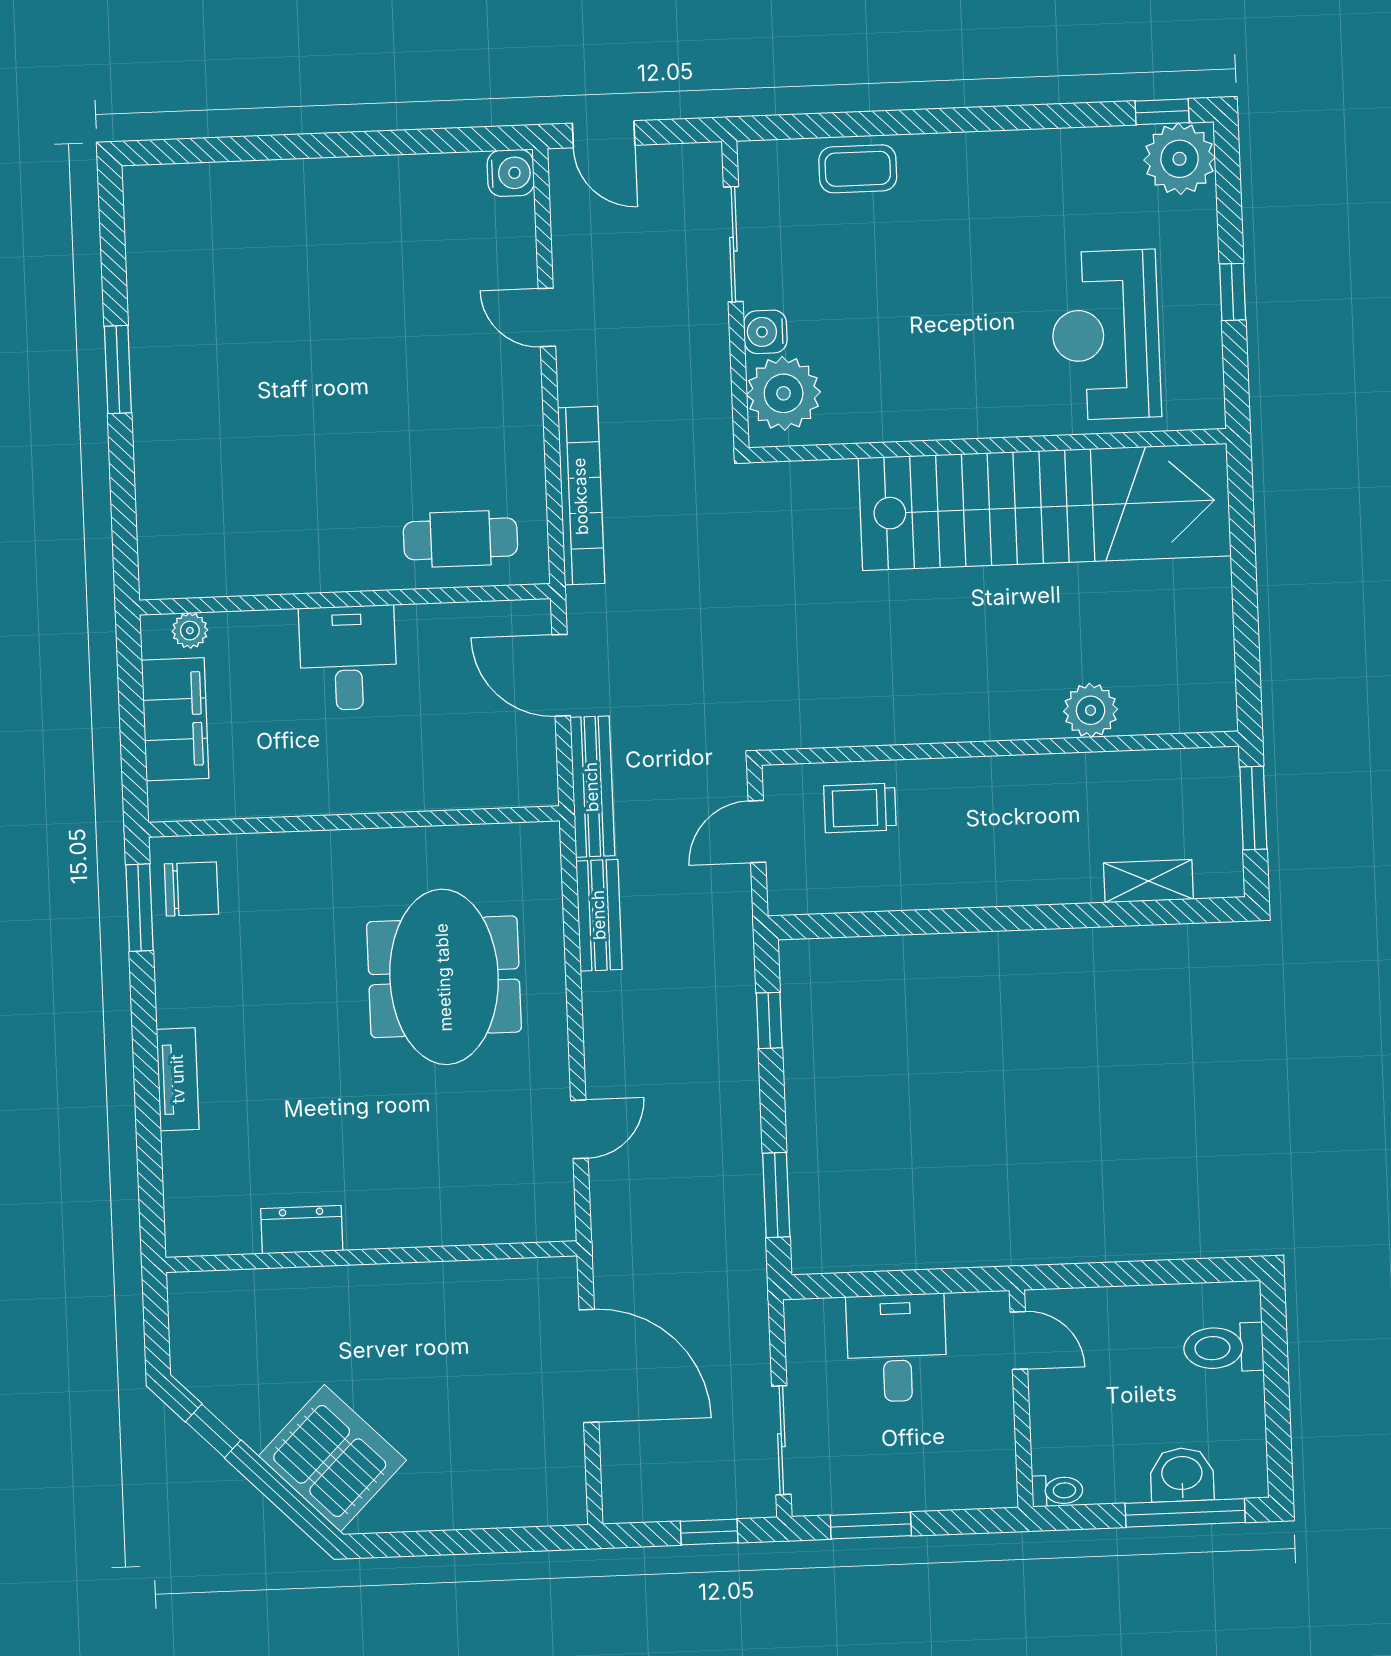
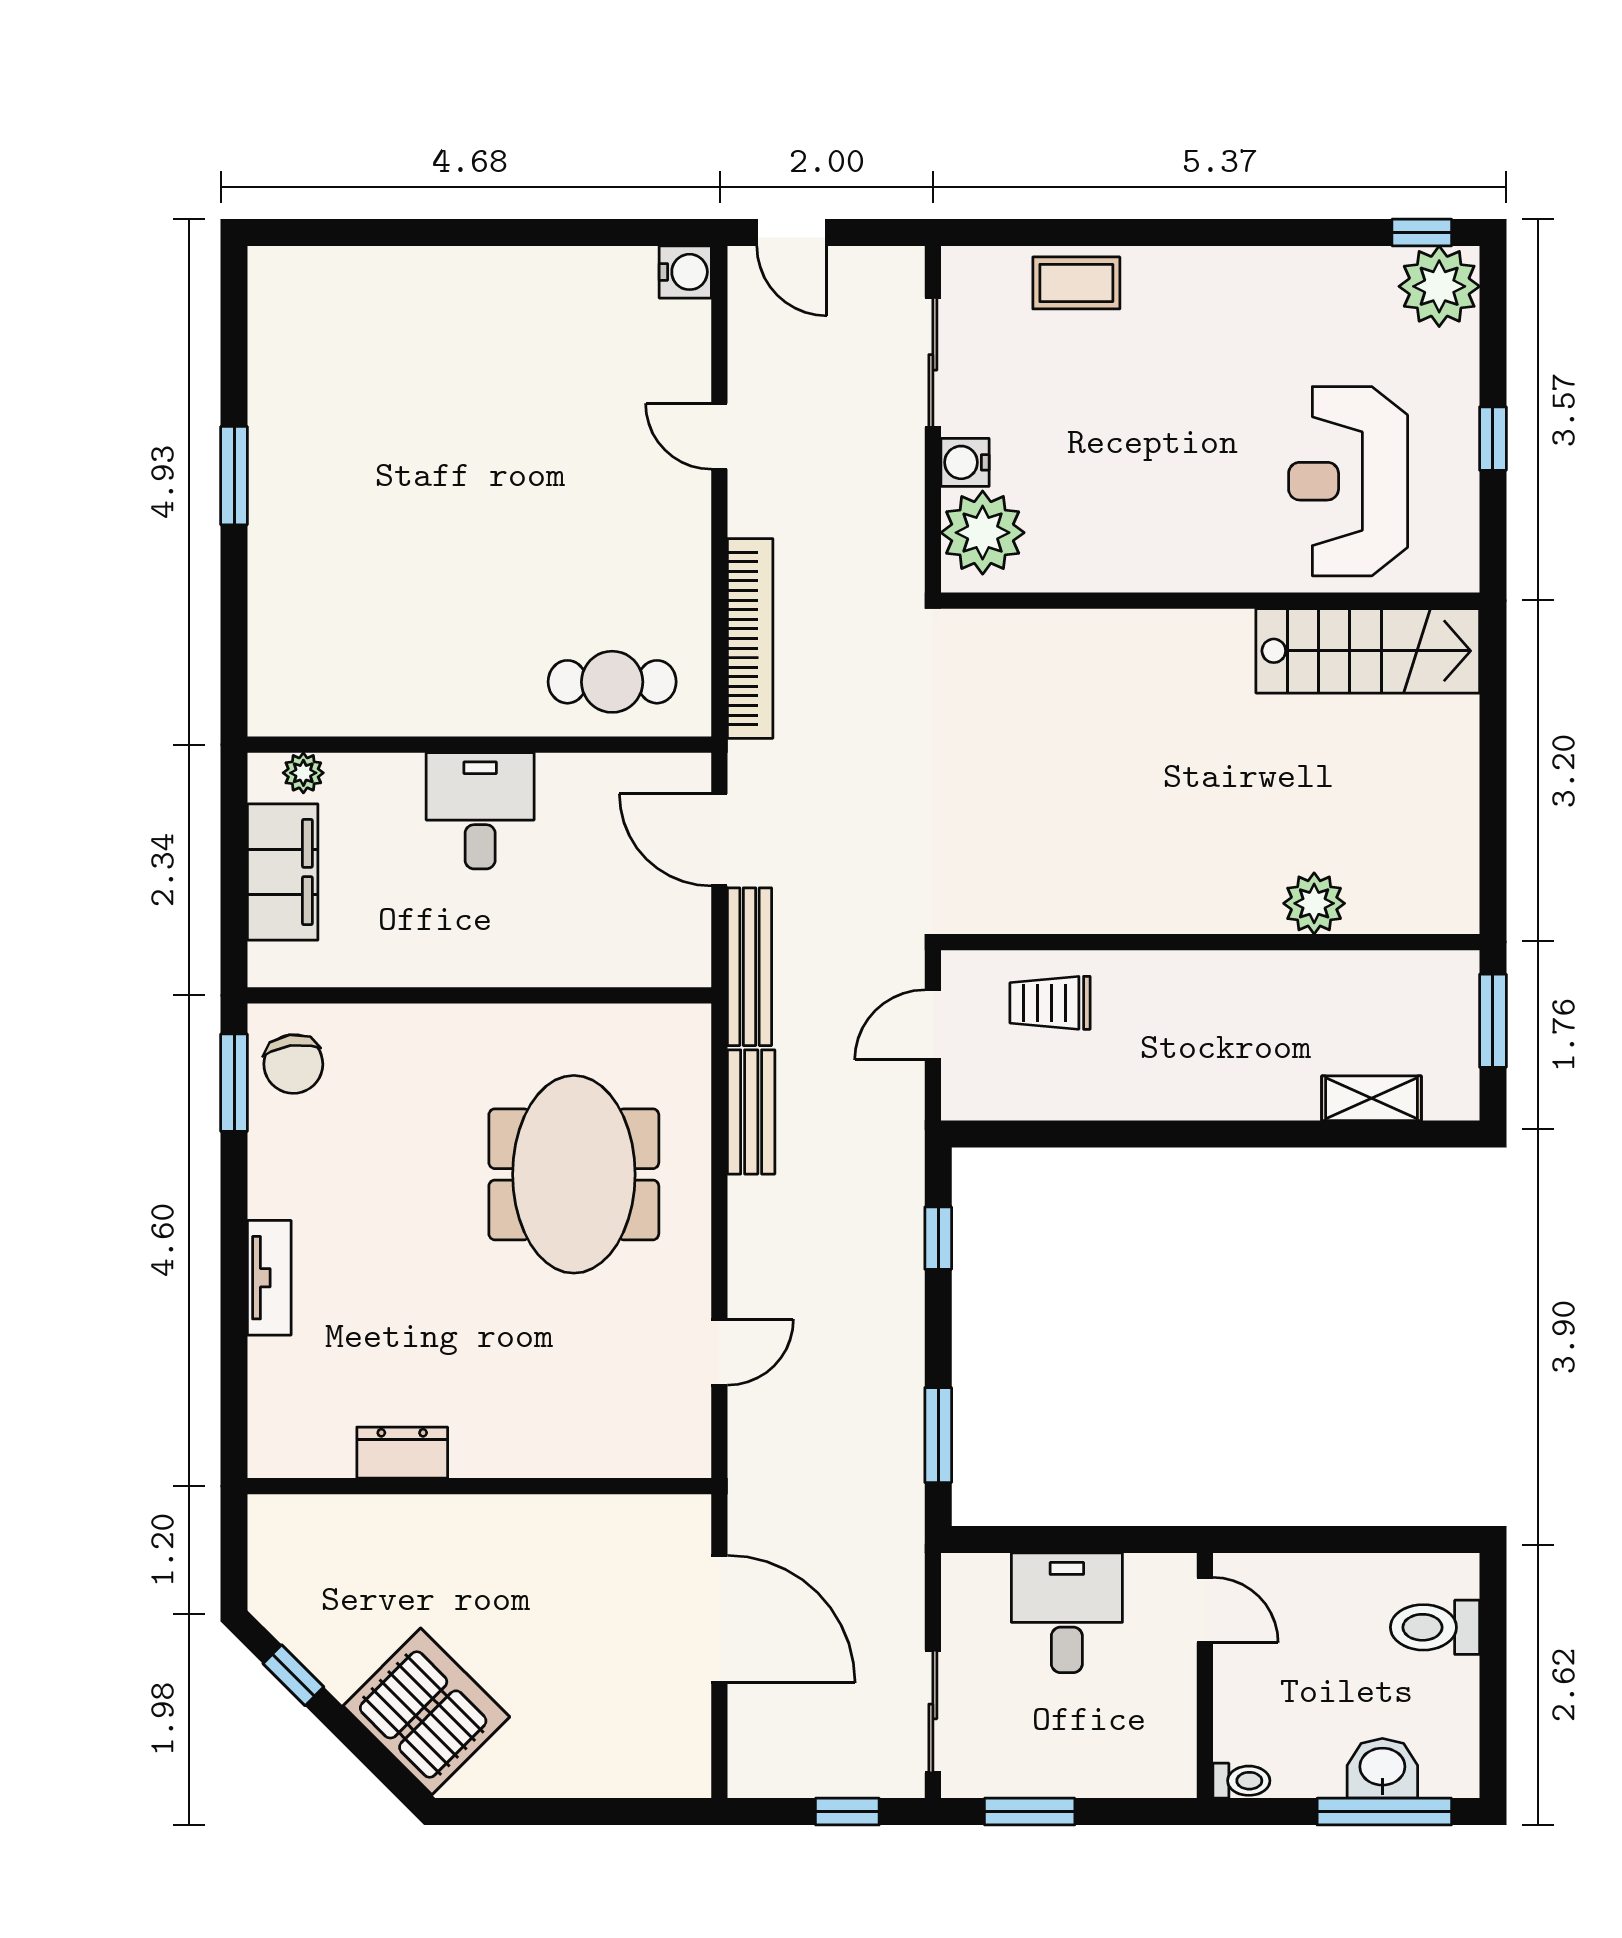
stairs: (1045, 507) -> (1368, 651), width x0.54, depth x0.66
chair: (191, 889) -> (293, 1064), turned 82

